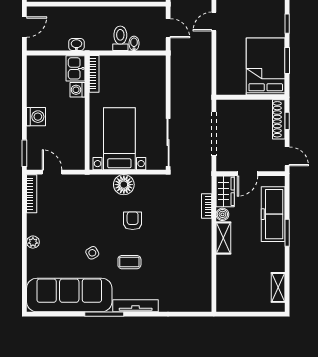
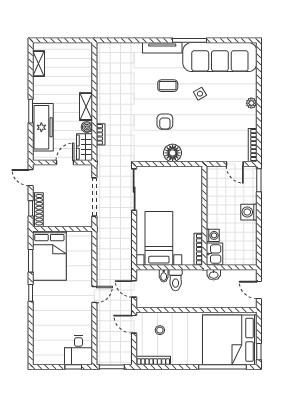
door: (24, 27) -> (259, 290), hinge flipped
bed with nightstands: (119, 139) -> (159, 238), moved, turned 180

